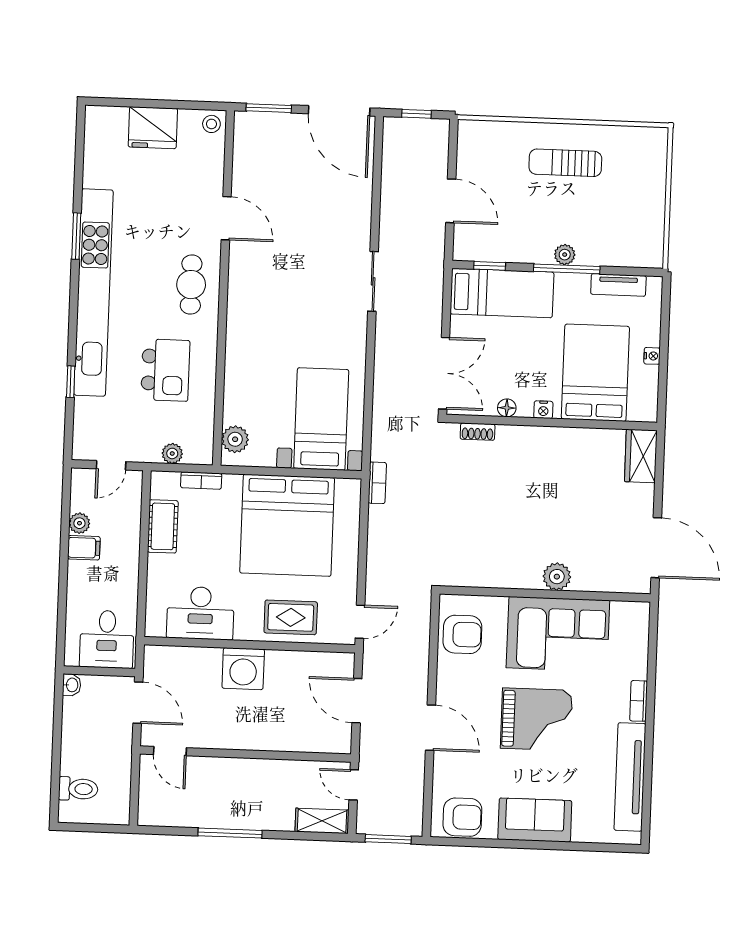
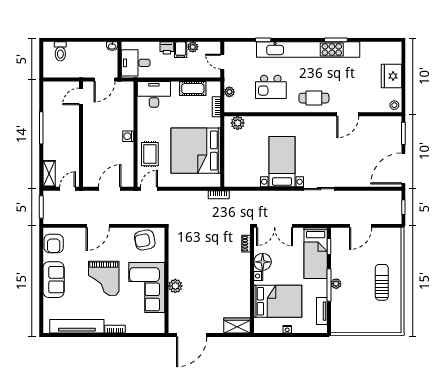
floor lamp: (507, 408) -> (263, 262), width x1.89, depth x1.89
bed with nightstands: (321, 419) -> (282, 162), moved, turned -90
printer: (79, 575) -> (167, 48), added
desk: (200, 613) -> (154, 94), moved, turned 90
door: (360, 622) -> (149, 189), swing flipped
armchair: (462, 634) -> (145, 240), turned 79
washing machine: (243, 669) -> (128, 136), width x0.53, depth x0.53

